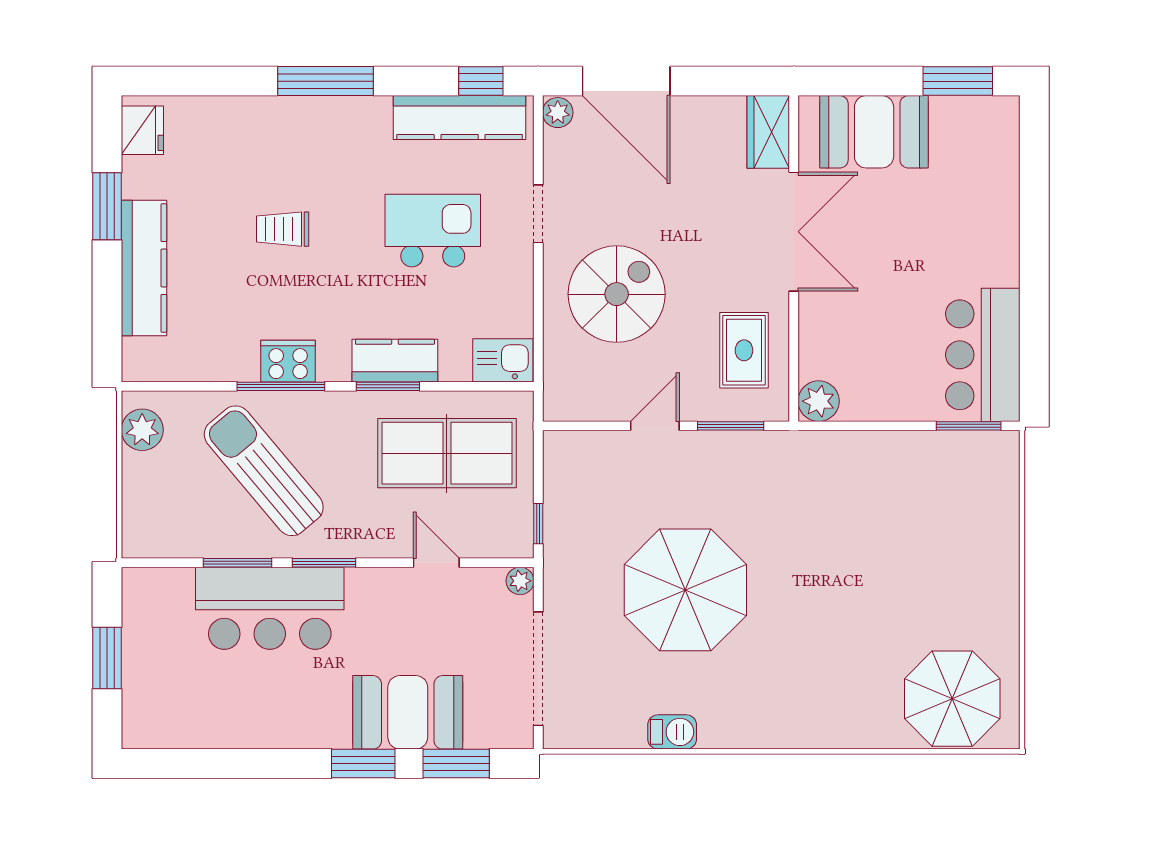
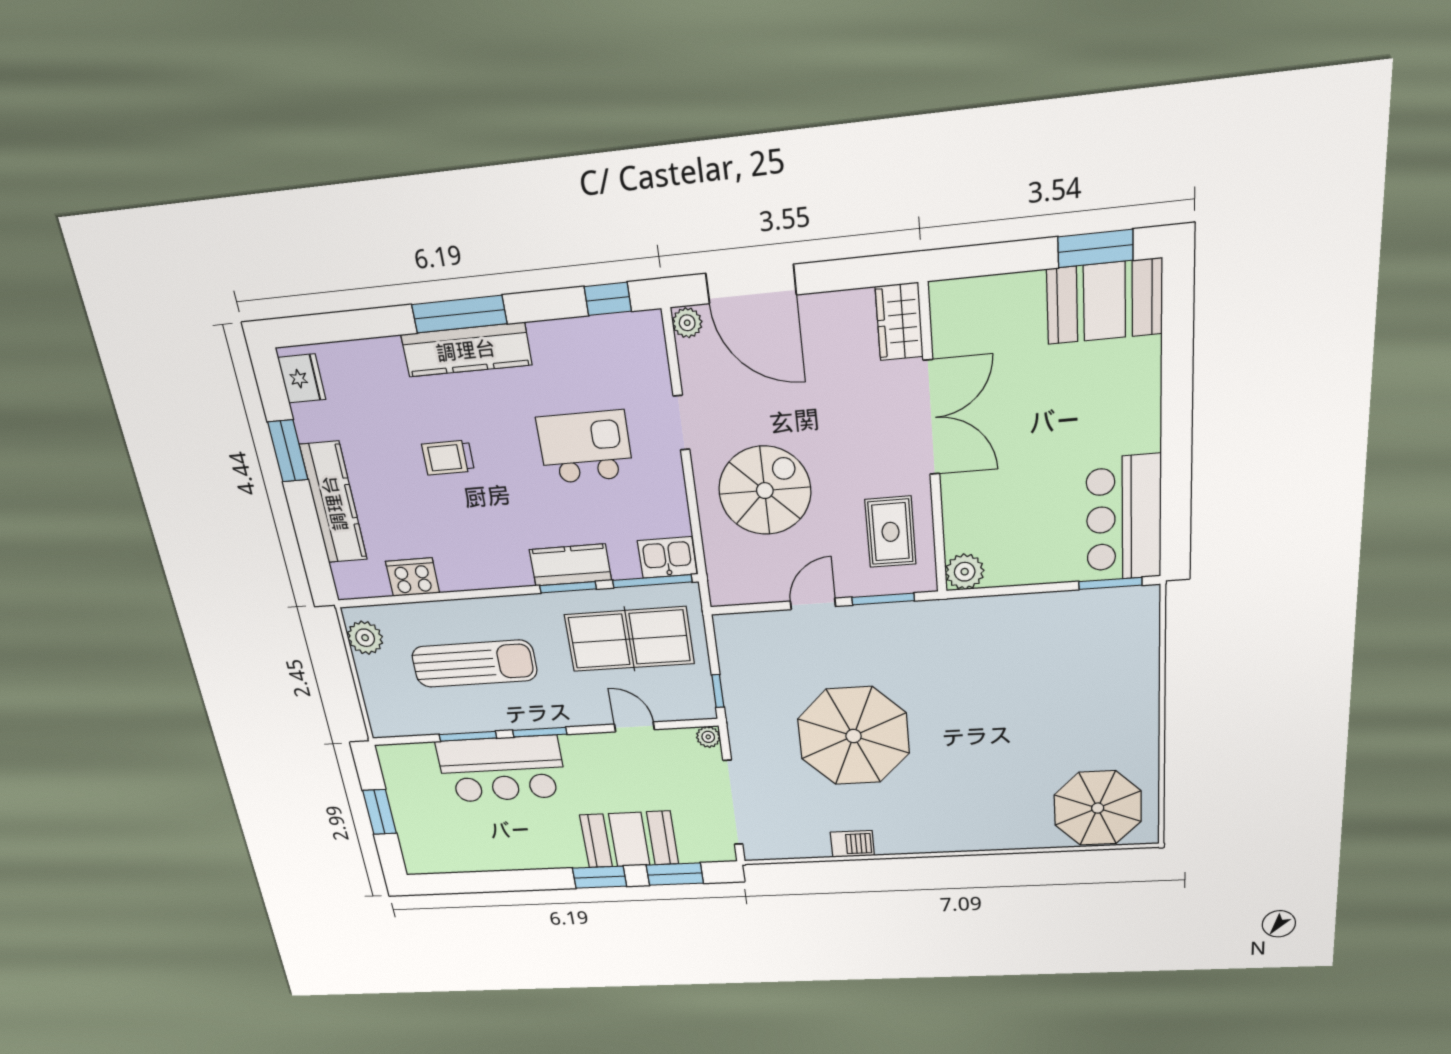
kitchen counter: (460, 118) -> (466, 350), moved
booth: (874, 132) -> (1105, 301), moved
cooker: (288, 361) -> (413, 577), moved
window: (281, 386) -> (652, 581), moved
sun lounger: (264, 471) -> (474, 664), turned 130

